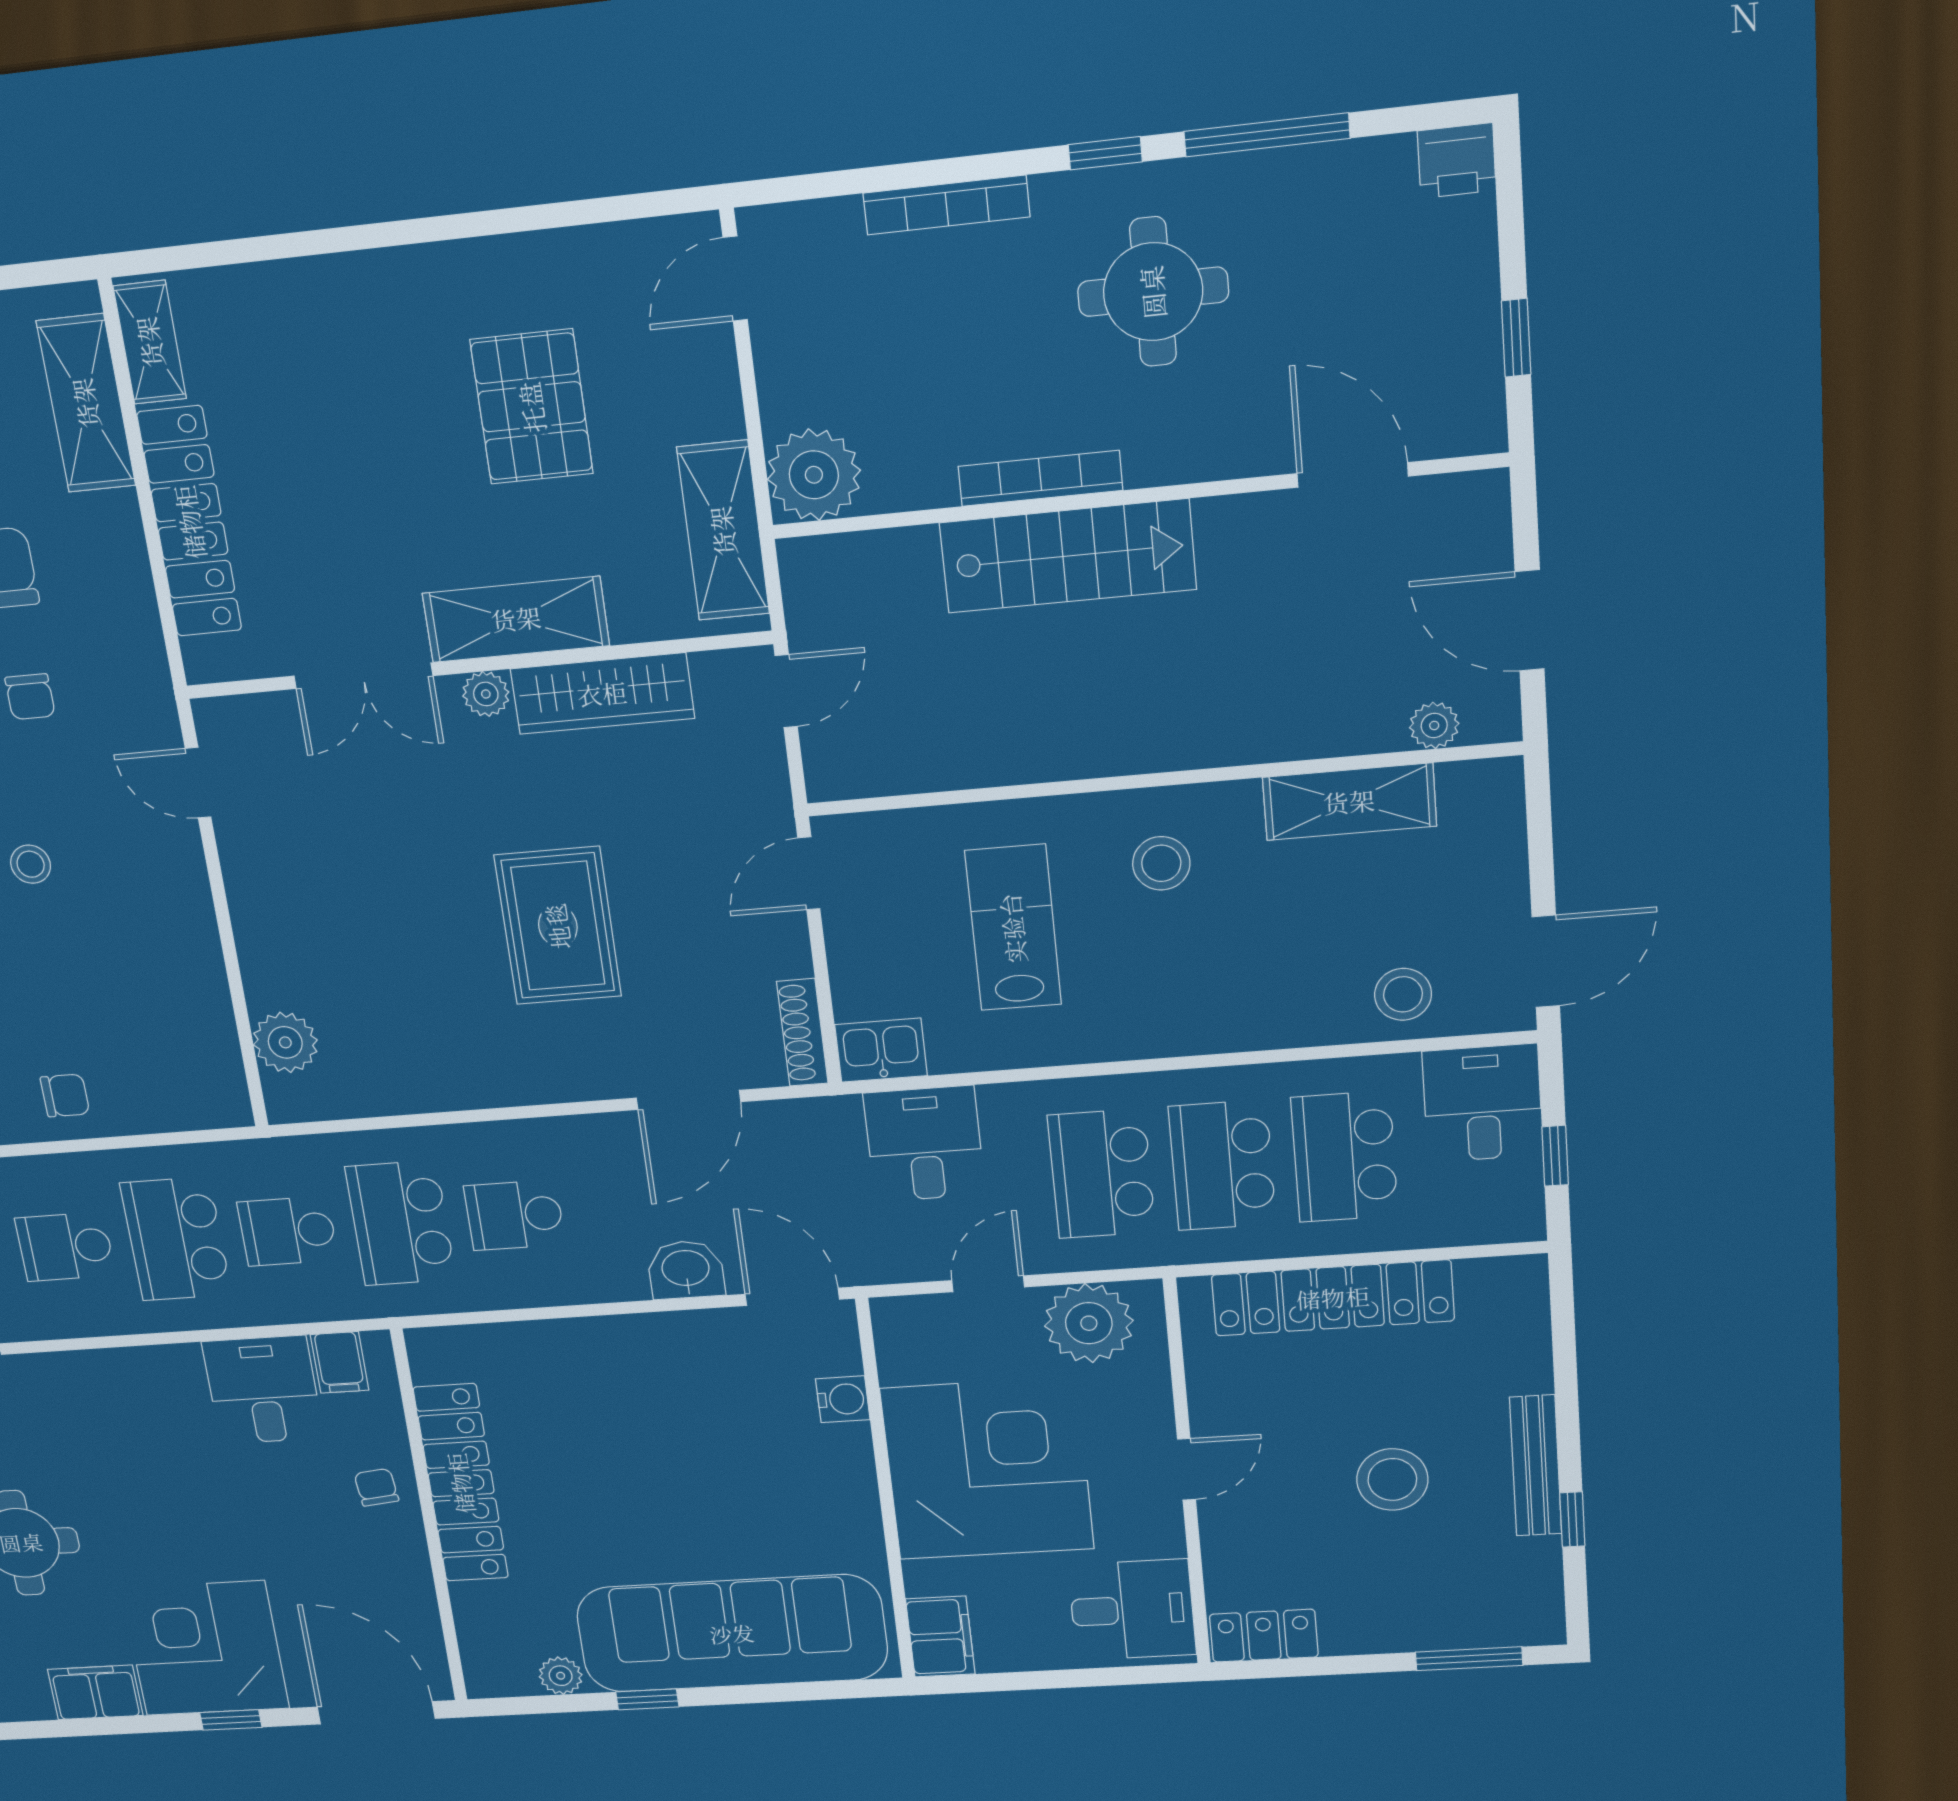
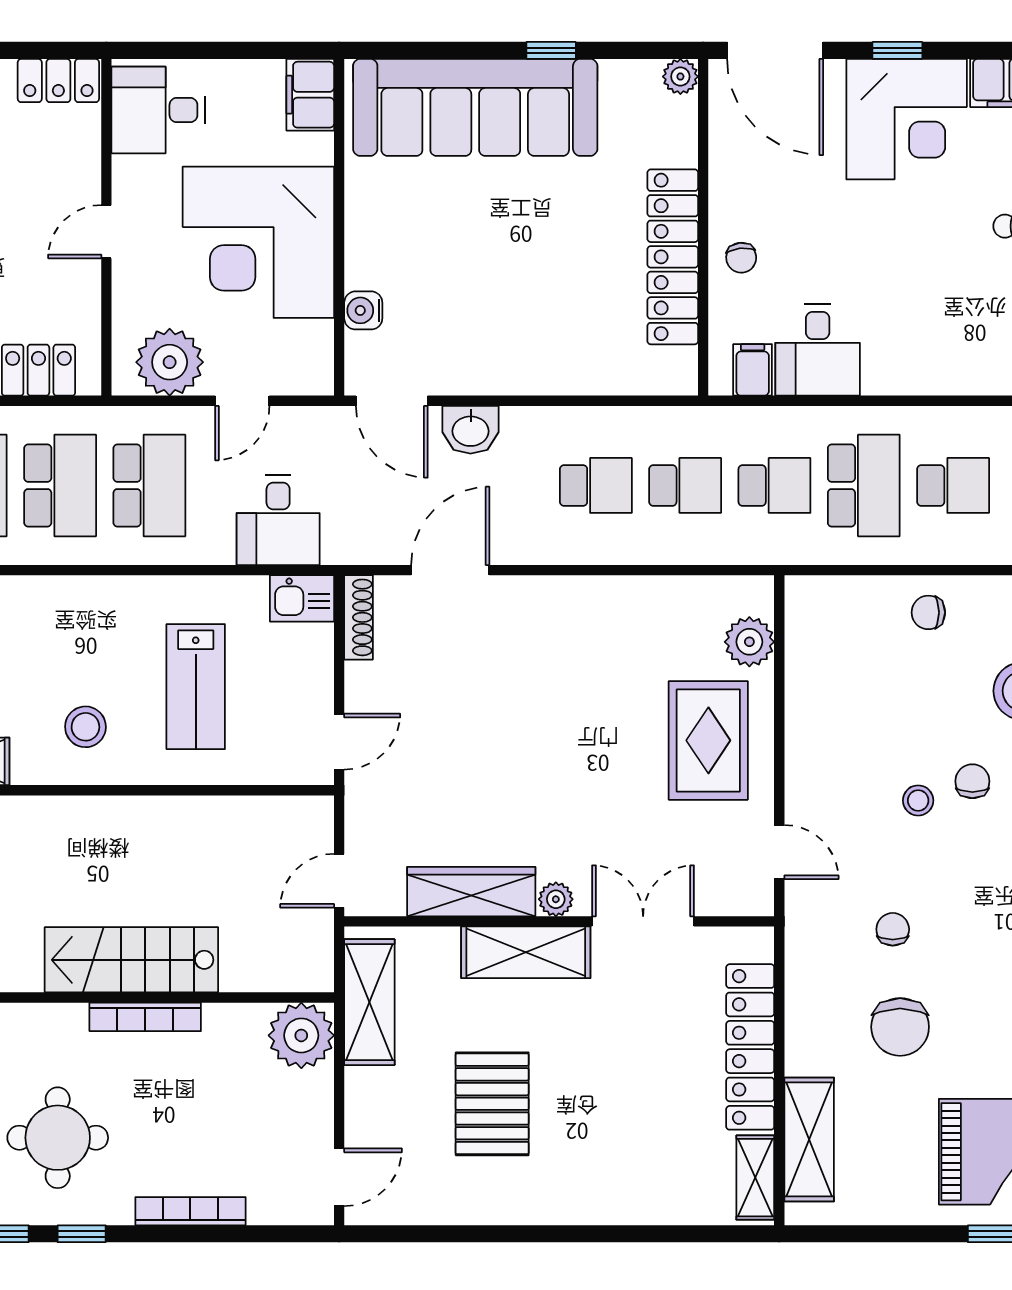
rug: (558, 926) -> (708, 740), moved
school desk: (401, 1223) -> (685, 485), width x0.54
plant: (561, 1676) -> (680, 77), moved

